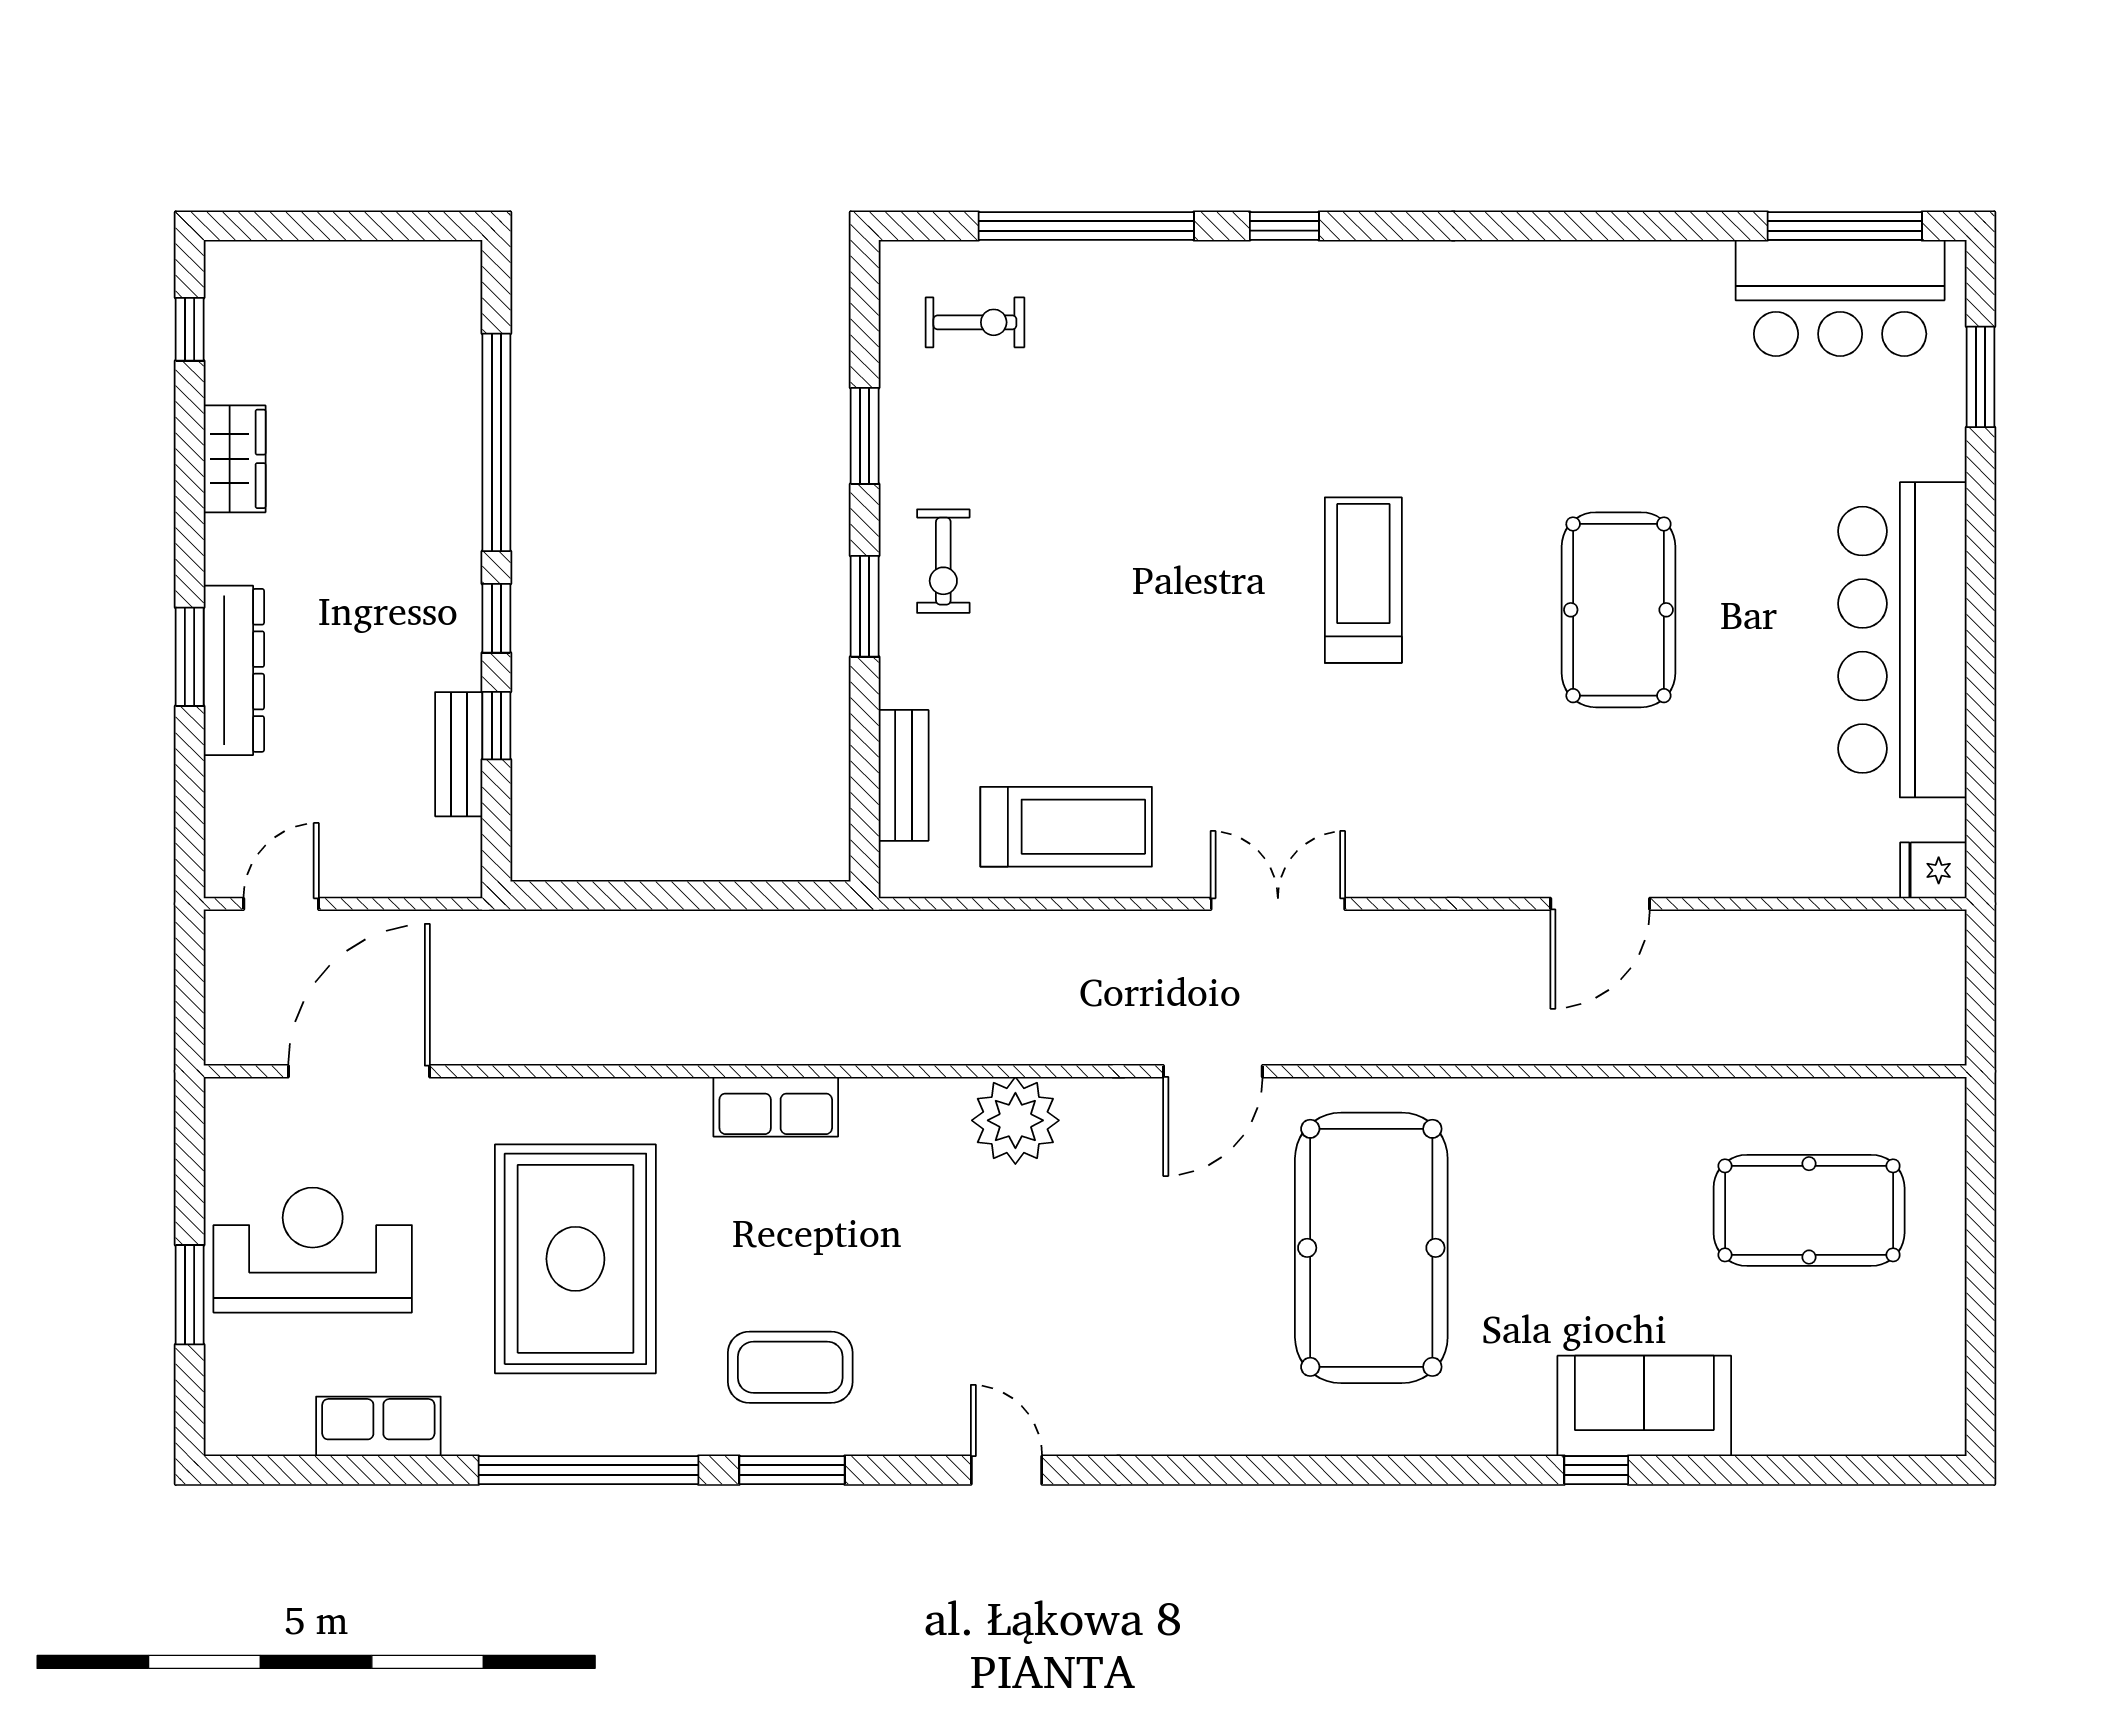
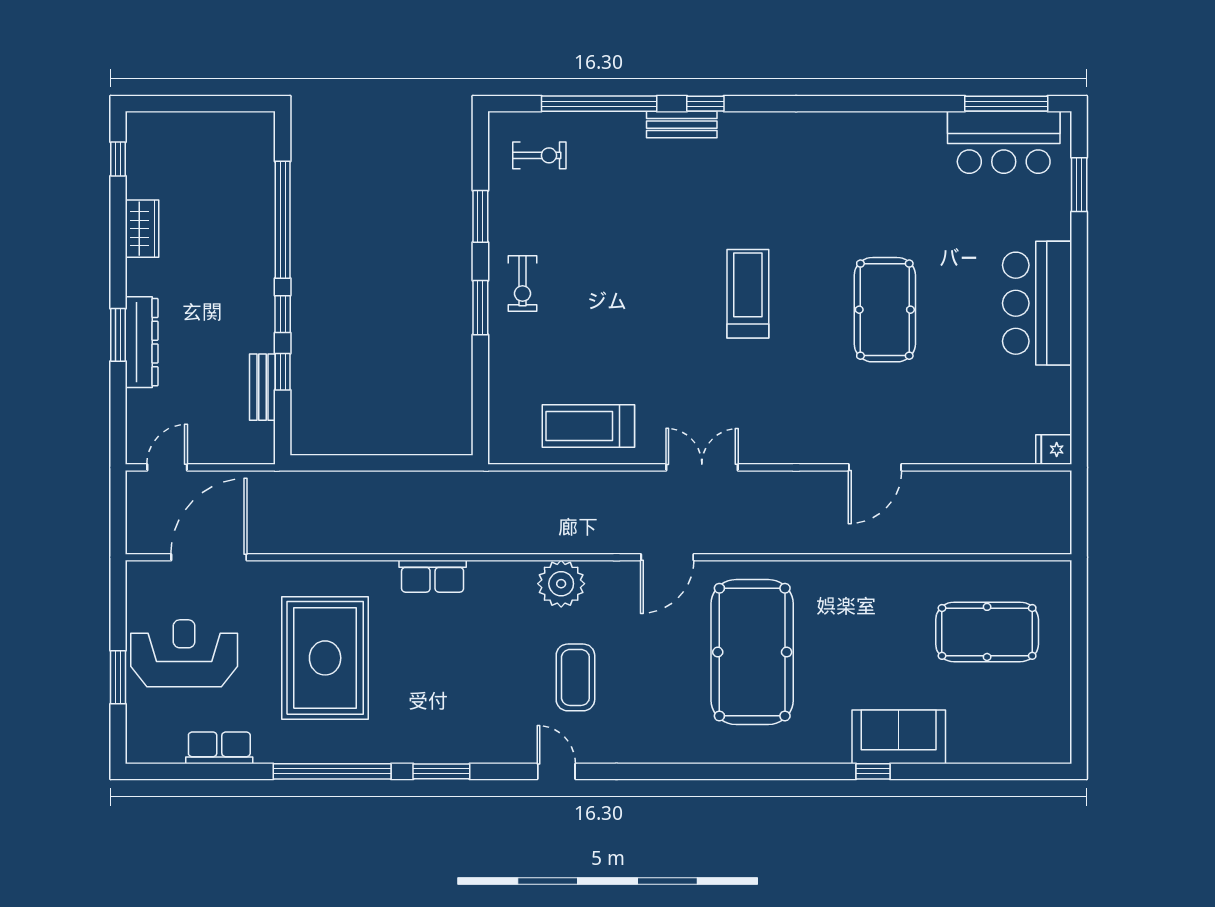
bar counter: (1902, 640) -> (1037, 303), width x0.73
bench: (904, 775) -> (682, 125), moved, turned 90
treadmill: (1066, 827) -> (588, 426), turned 180
coffee table: (790, 1367) -> (575, 677), moved, turned 90

